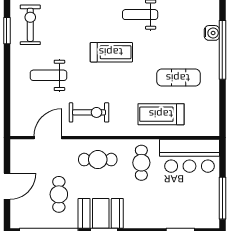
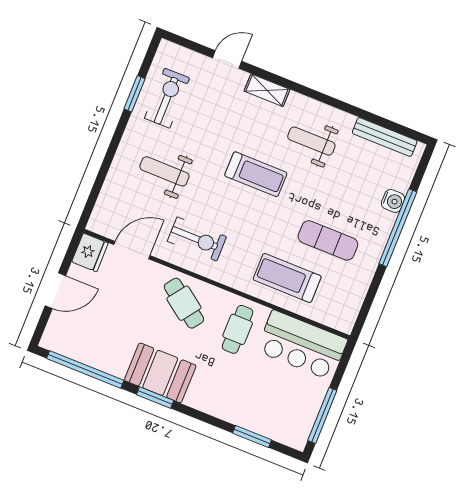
fridge: (20, 151) -> (90, 252), added
cafe table: (98, 160) -> (184, 303), turned 36
cafe table: (59, 194) -> (117, 327), removed

